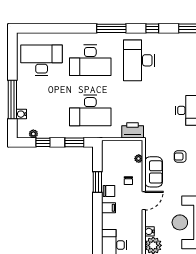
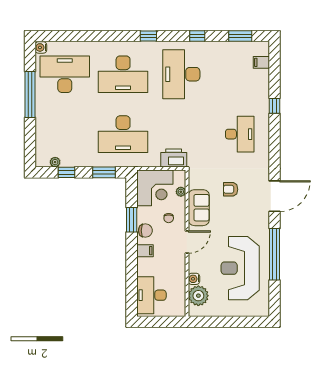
window: (111, 28) -> (148, 36), width x0.46
window: (12, 99) -> (30, 94), moved
water cooler: (22, 114) -> (41, 47), moved
corner desk: (117, 155) -> (155, 188), added

